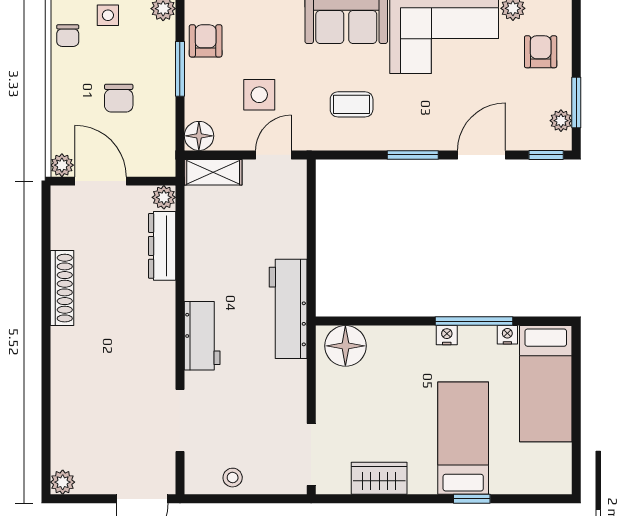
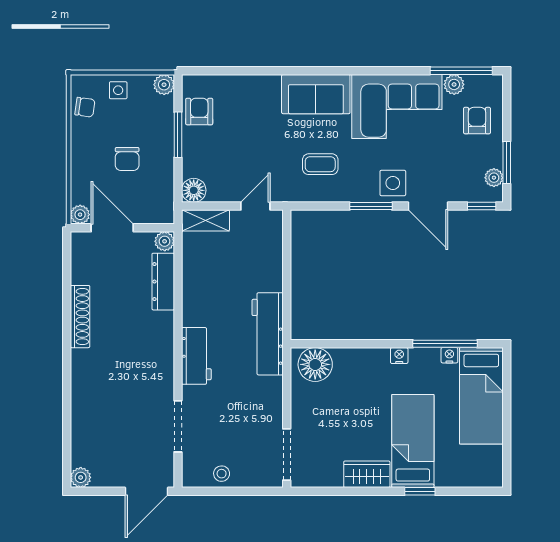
chair: (68, 36) -> (85, 107), turned -82
side table: (259, 95) -> (393, 183), moved
door: (481, 155) -> (428, 206), swing flipped
window: (474, 321) -> (445, 344), moved
wardrobe: (379, 478) -> (367, 474), moved

